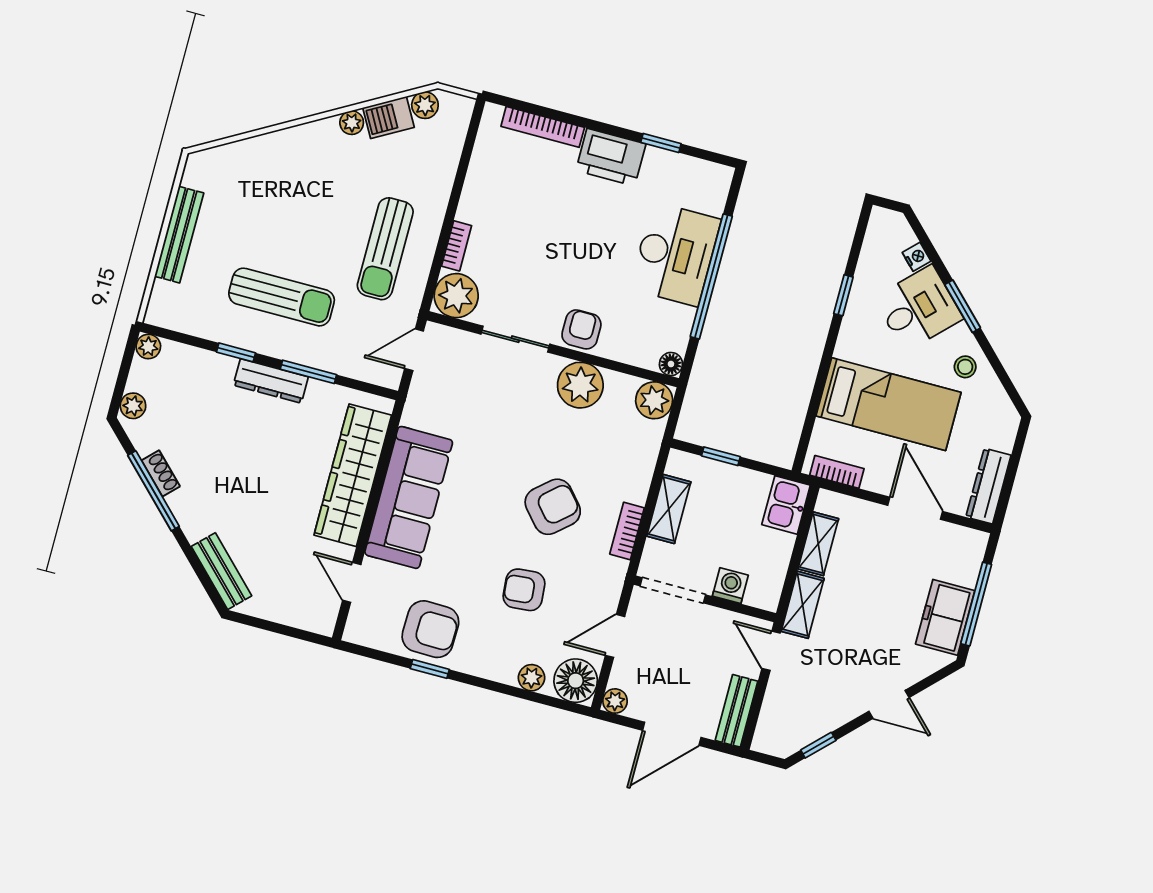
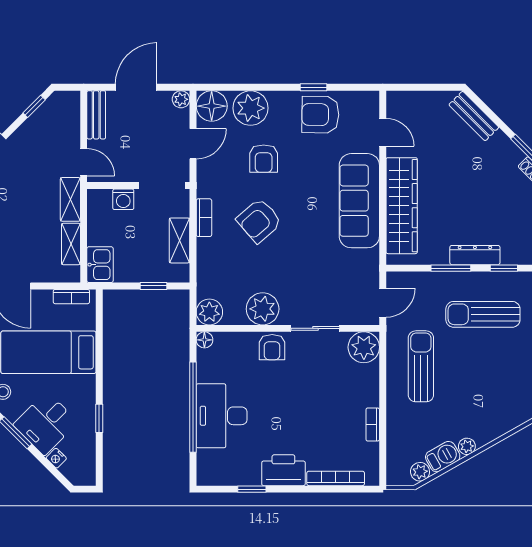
bookcase: (457, 246) -> (373, 424), moved
armchair: (524, 590) -> (264, 159), turned 95
plant: (531, 678) -> (250, 108), width x1.87, depth x1.87

